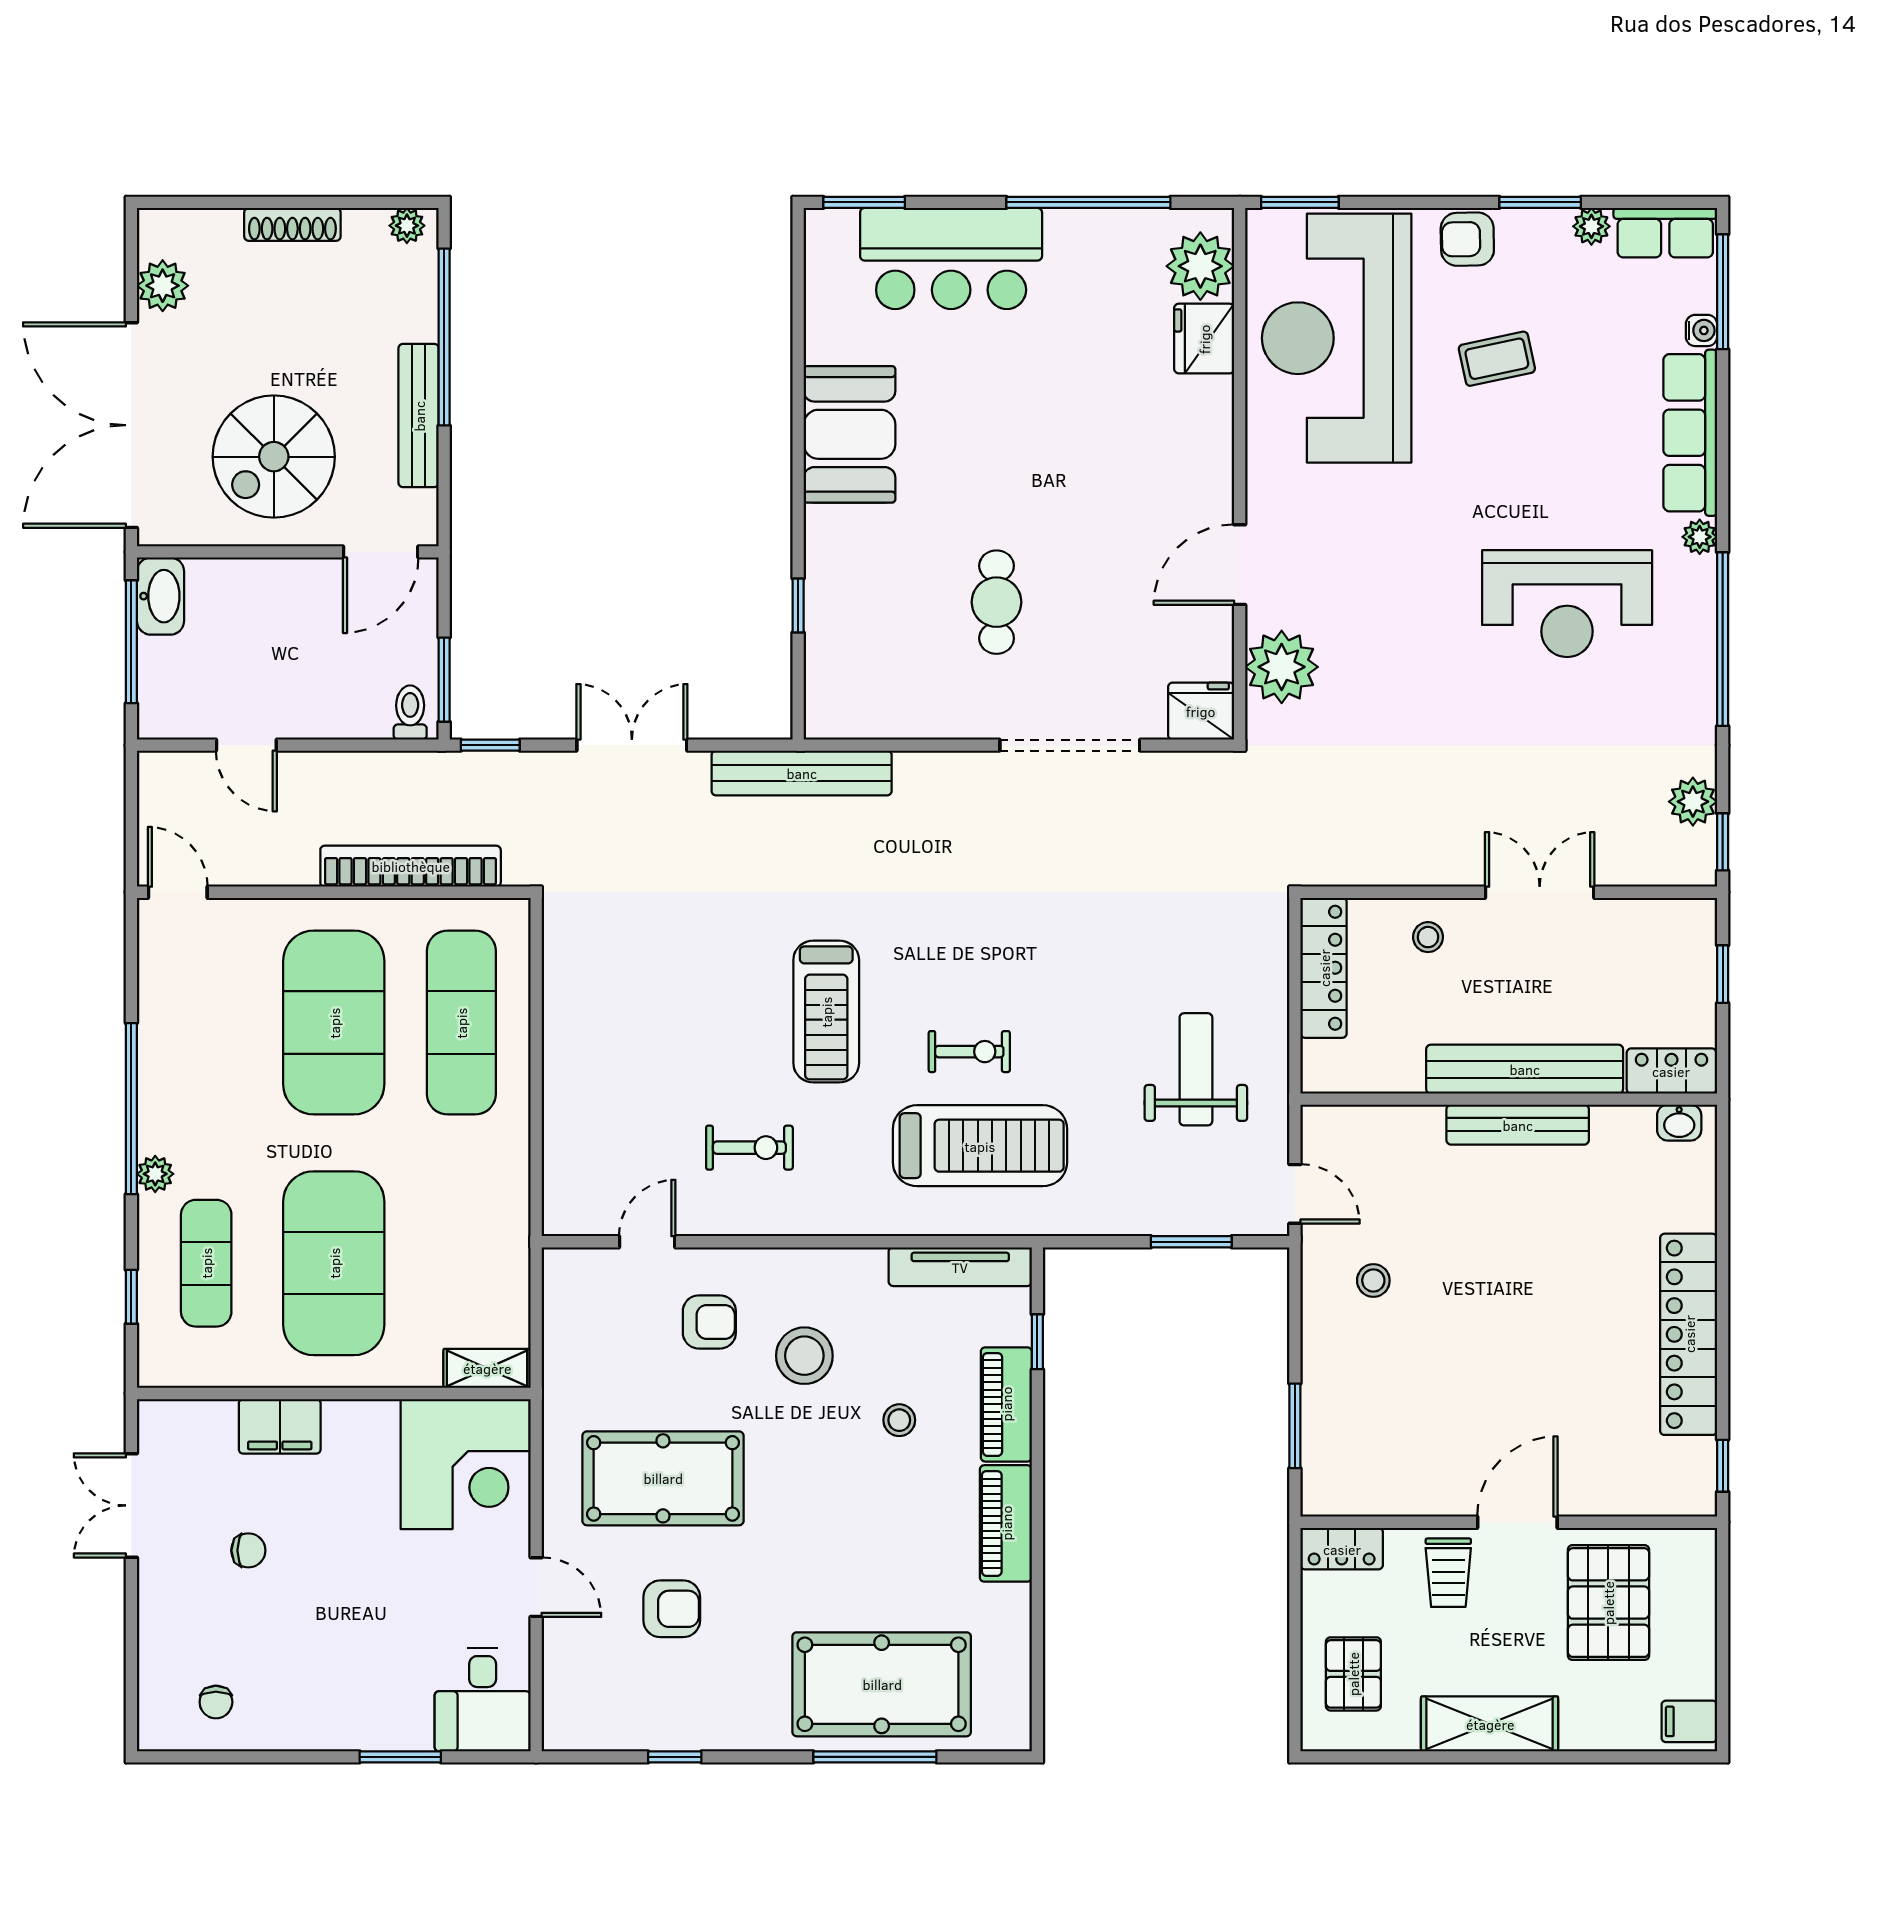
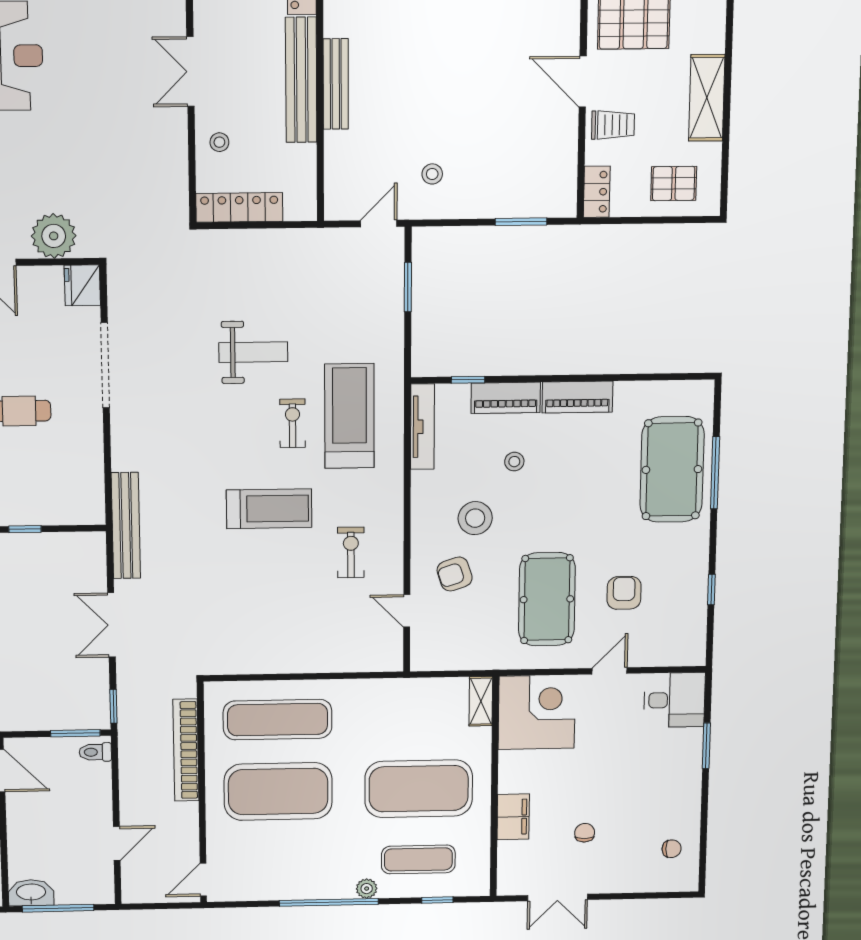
weight bench: (1196, 1069) -> (253, 352), moved, turned 180
armchair: (709, 1322) -> (455, 574), turned -108

